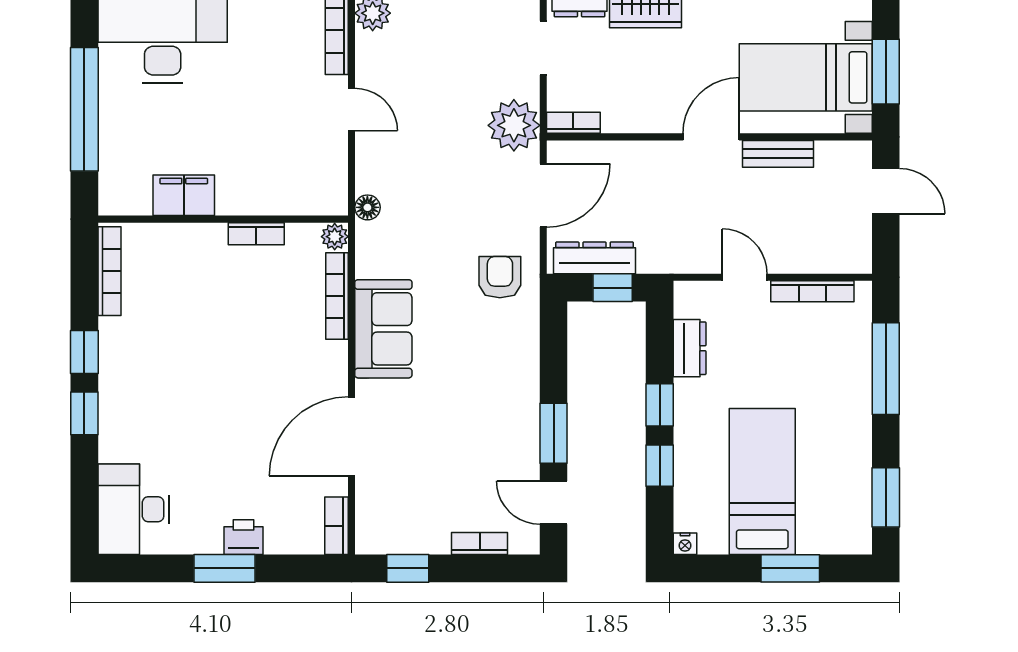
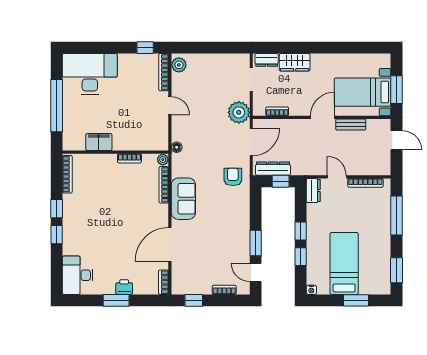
bookcase: (573, 123) -> (277, 111), moved
dresser: (690, 348) -> (313, 191), moved

